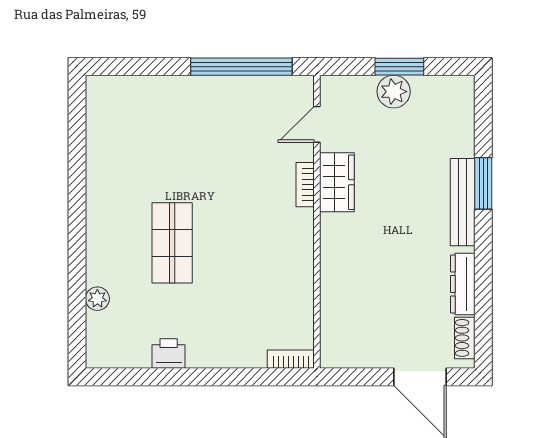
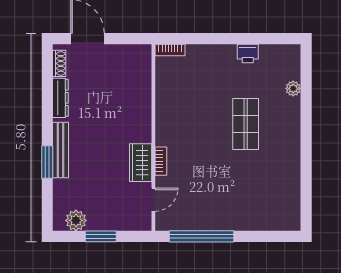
plant: (394, 92) -> (76, 220), moved

